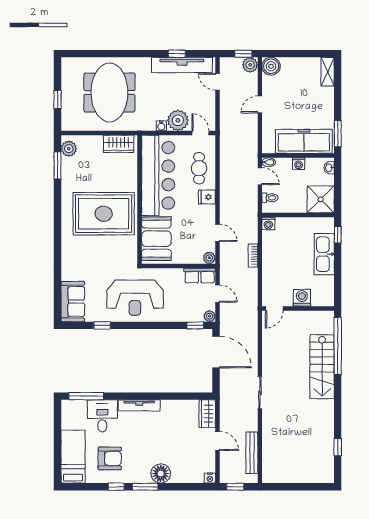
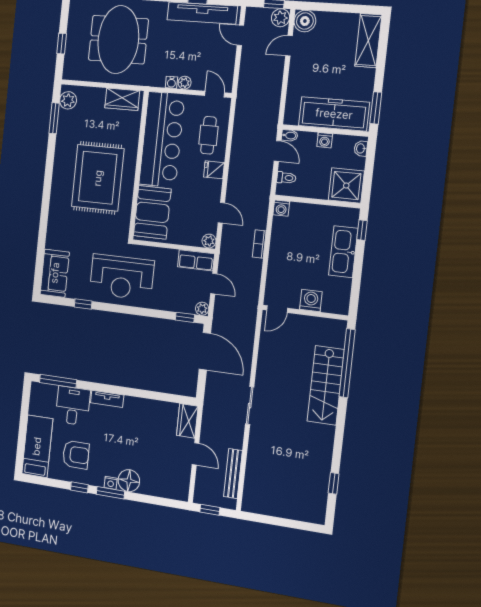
shelving: (328, 72) -> (368, 41), width x1.50, depth x1.33
door: (260, 104) -> (289, 46), moved
plant: (178, 120) -> (185, 83), width x0.53, depth x0.53
rug: (104, 214) -> (98, 178), turned 90
tv unit: (139, 405) -> (107, 399), width x0.71
nightstand: (210, 478) -> (111, 483), moved

